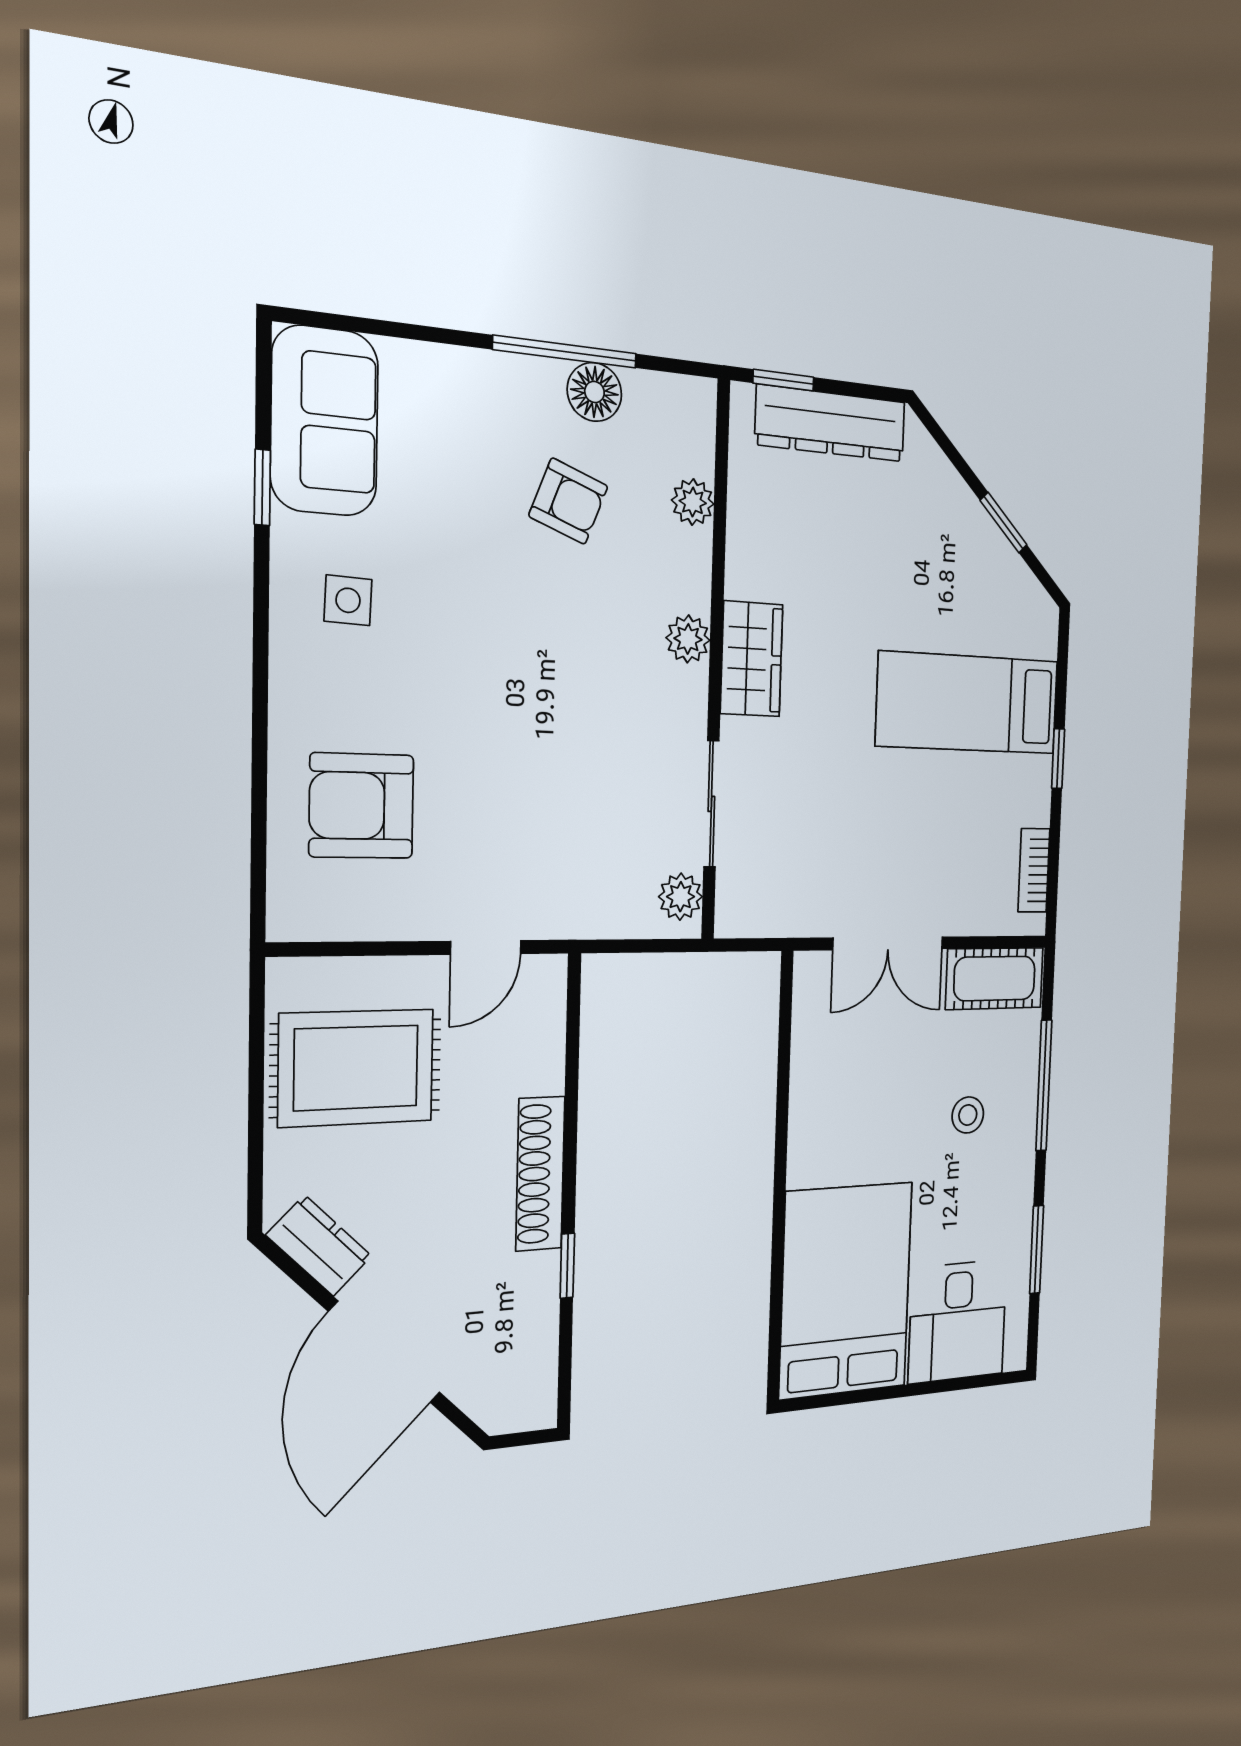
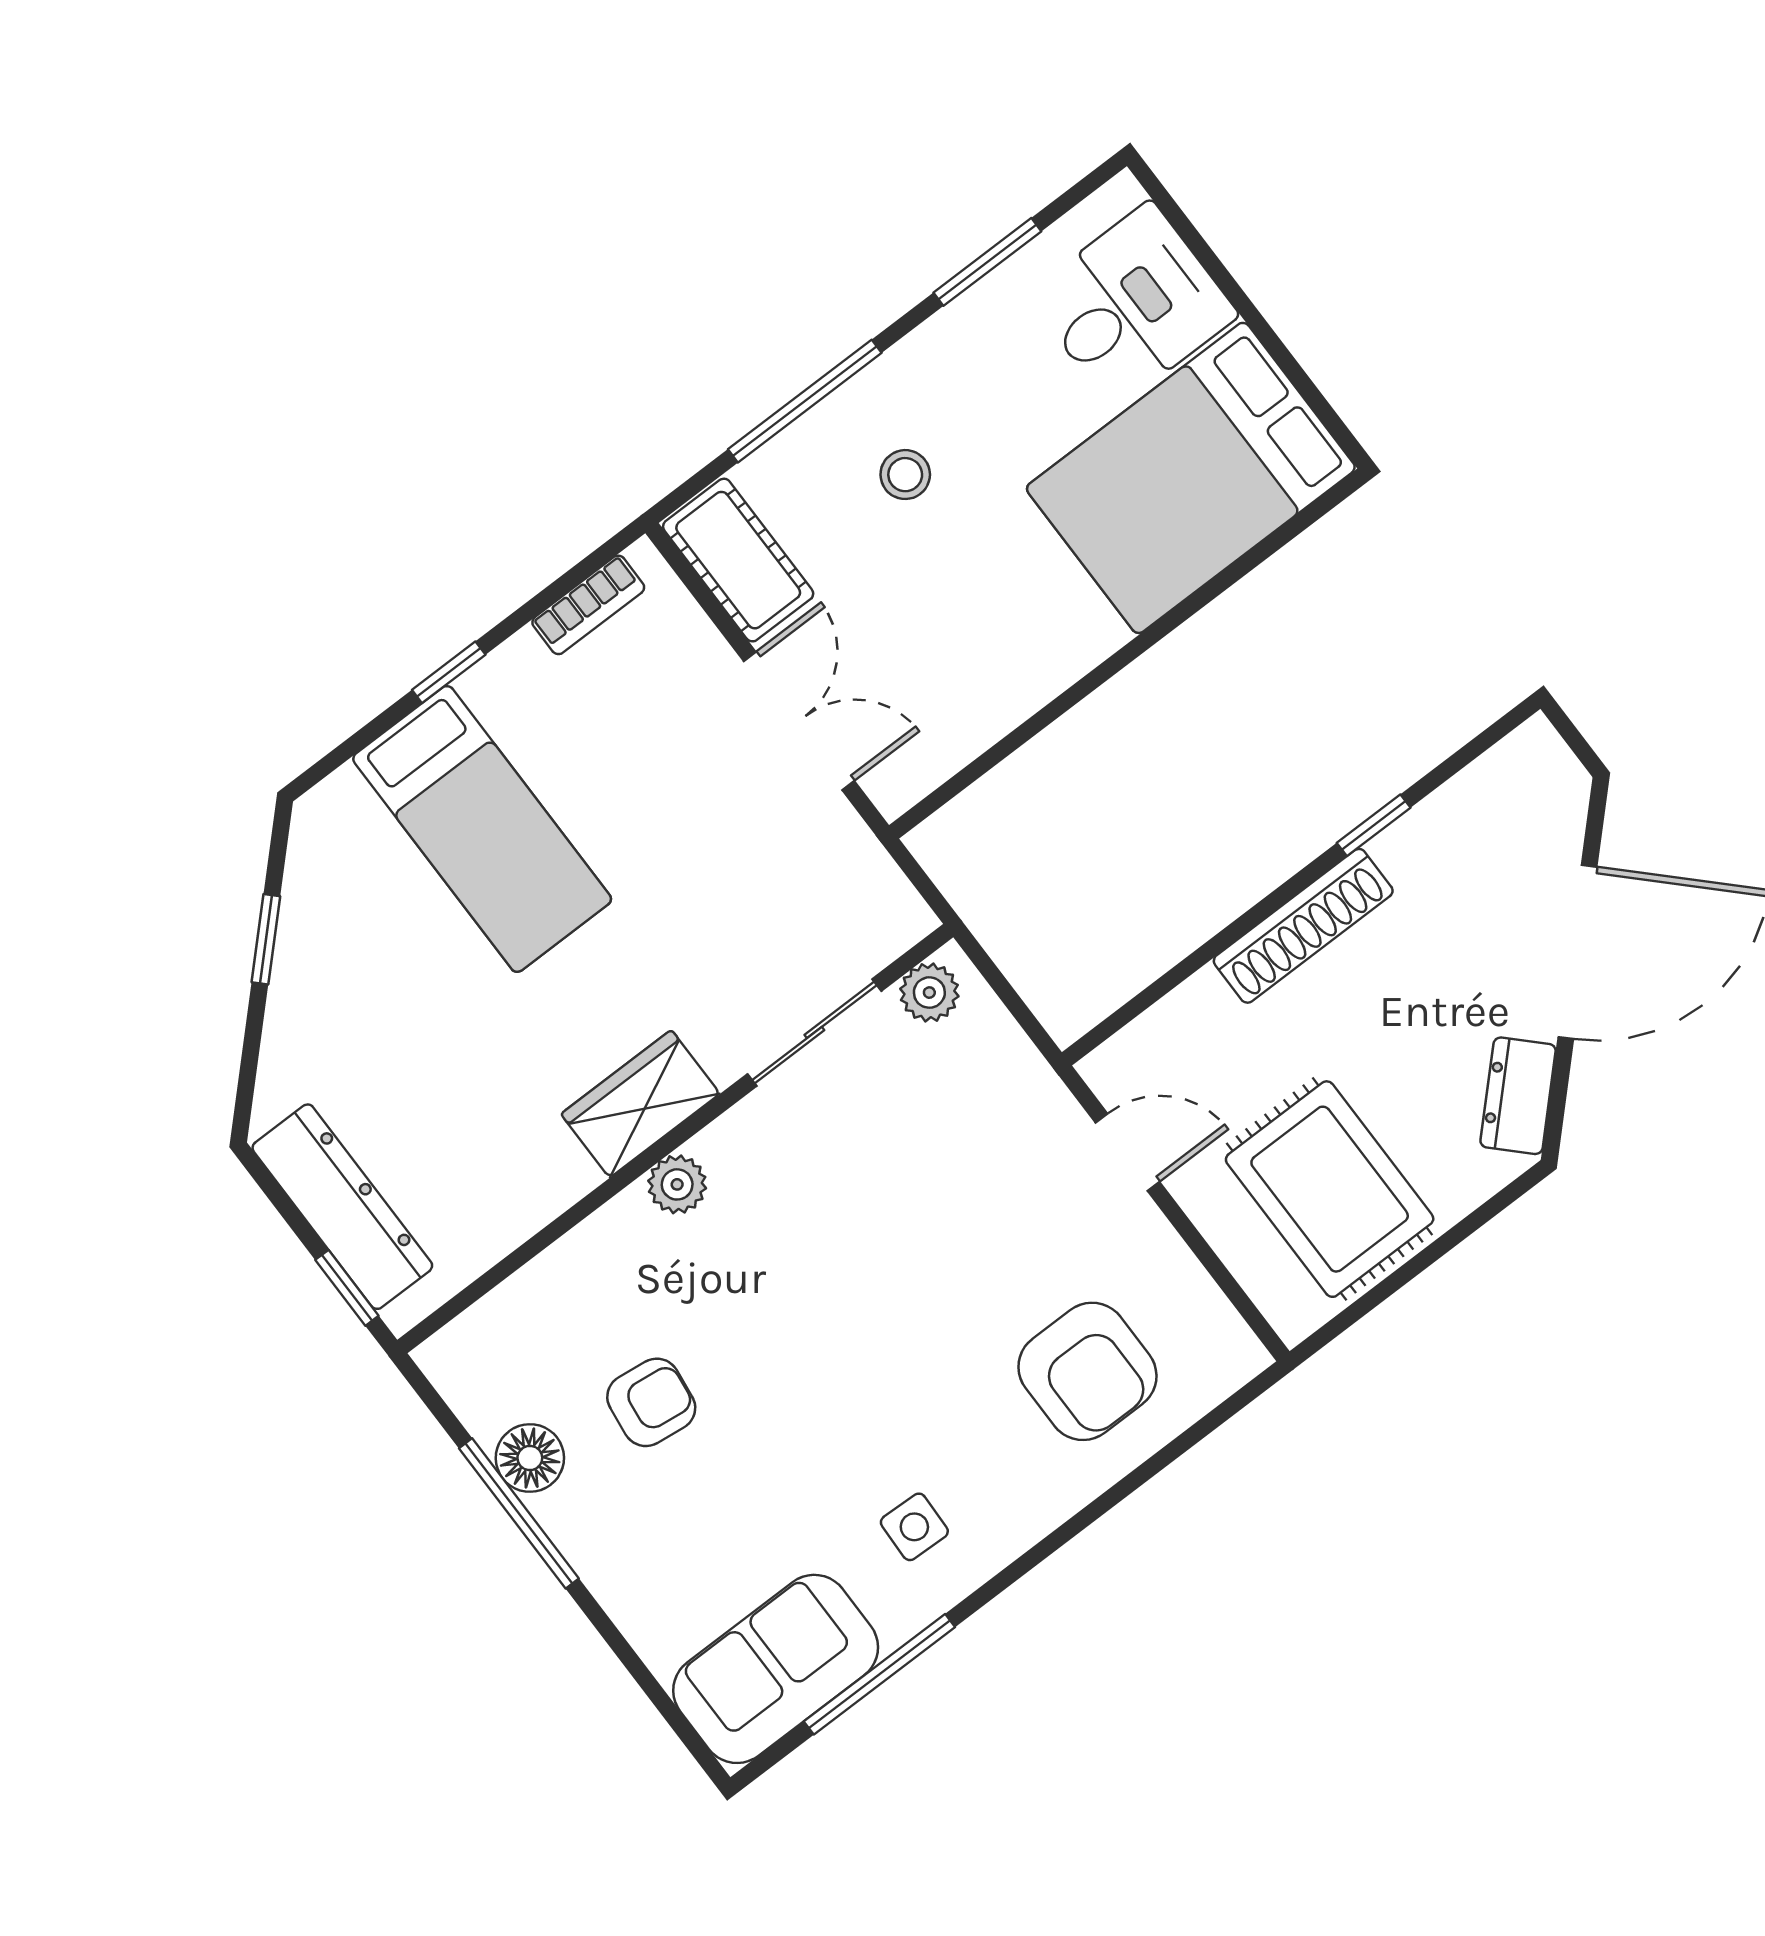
window: (262, 487) -> (879, 1674), width x2.17
armchair: (568, 501) -> (651, 1402), turned 76
plant: (693, 502) -> (545, 1284), removed

